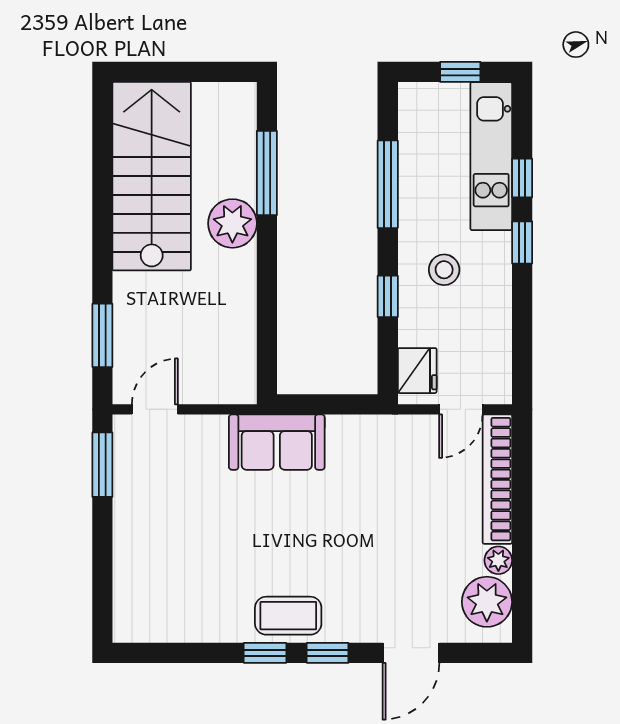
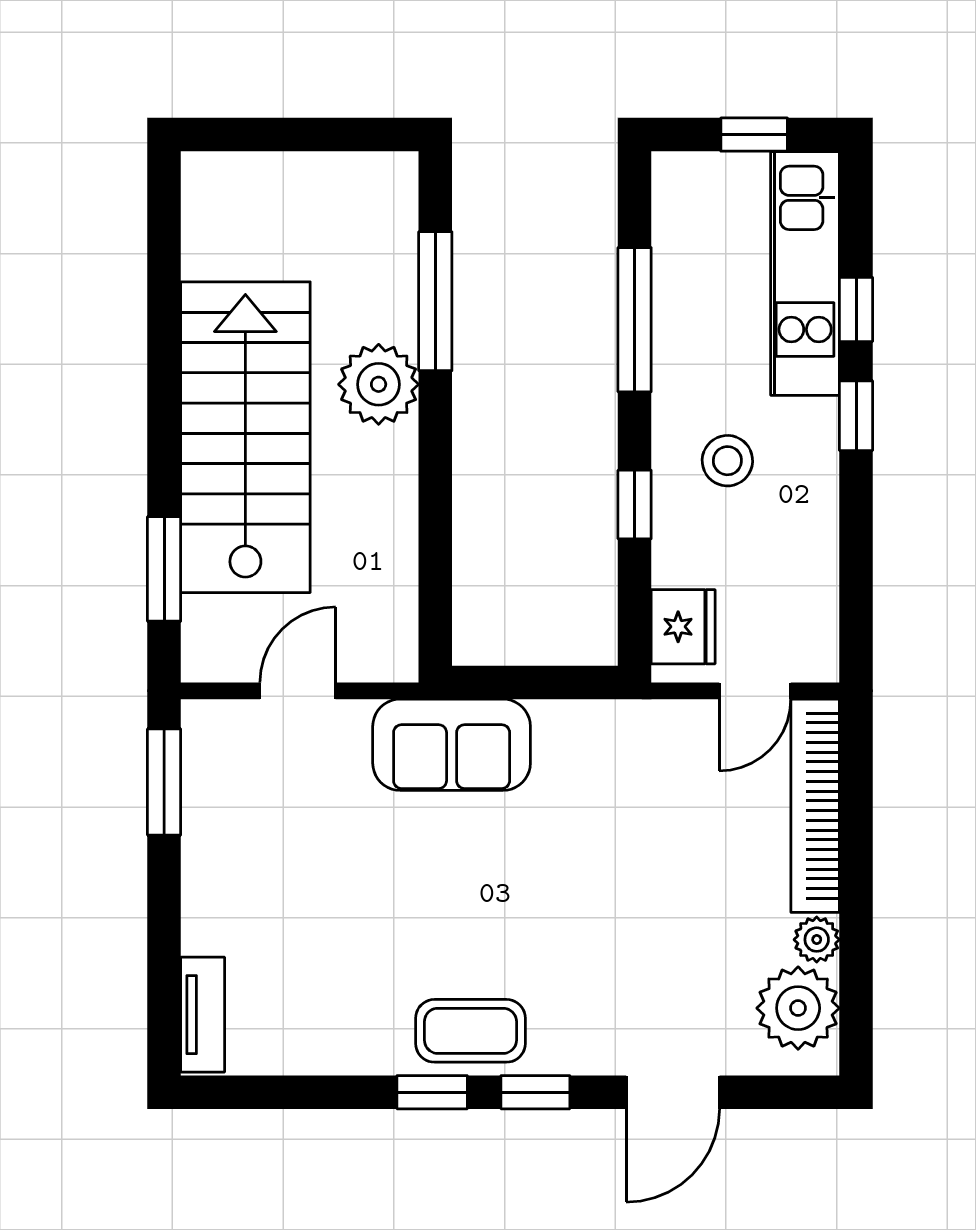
stairs: (152, 176) -> (245, 437), moved
door: (155, 409) -> (298, 691), moved
tv unit: (126, 606) -> (203, 1015), added

